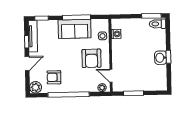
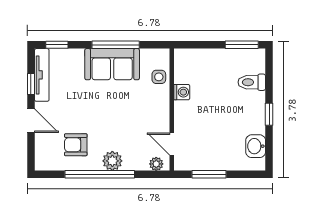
toilet: (158, 24) -> (252, 82), moved
washing machine: (116, 34) -> (182, 92), moved
armchair: (91, 58) -> (140, 114), removed
washbasin: (161, 58) -> (256, 146), moved
door: (27, 64) -> (31, 121), hinge flipped
plant: (36, 87) -> (112, 161), moved

